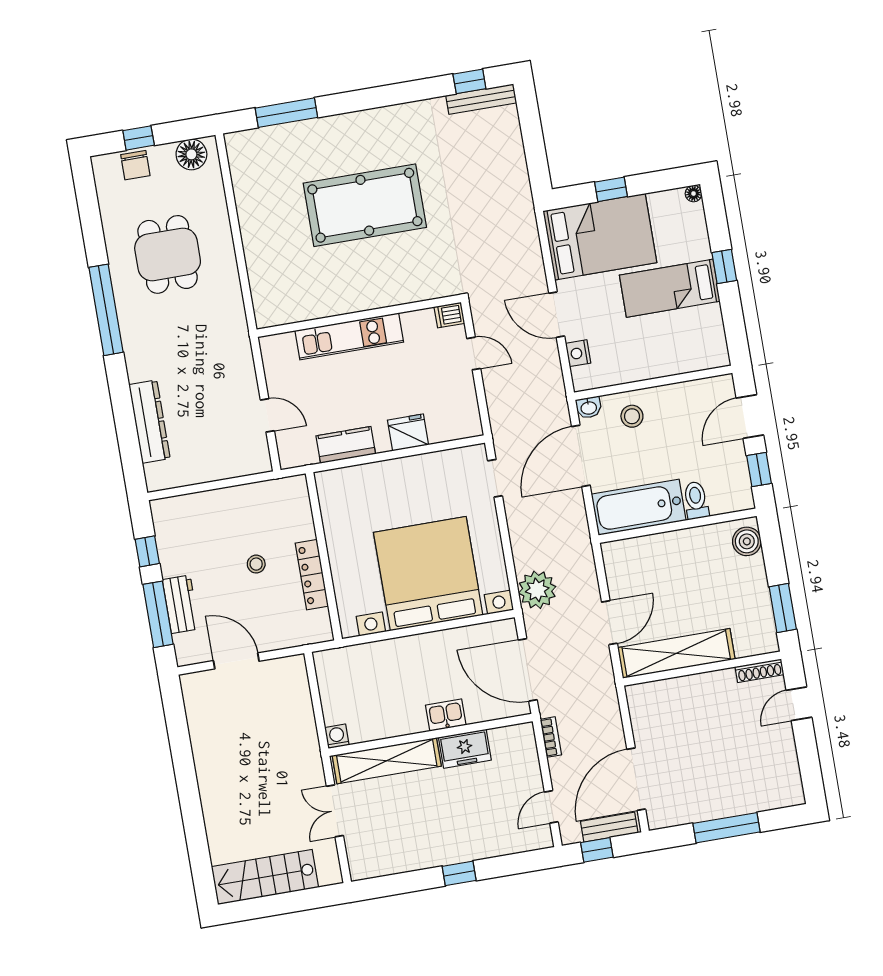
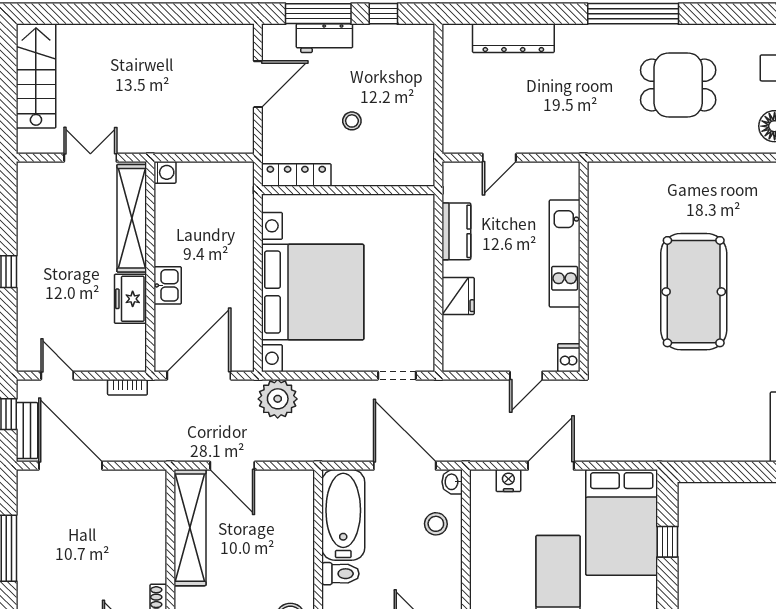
locker: (312, 575) -> (296, 175), moved

